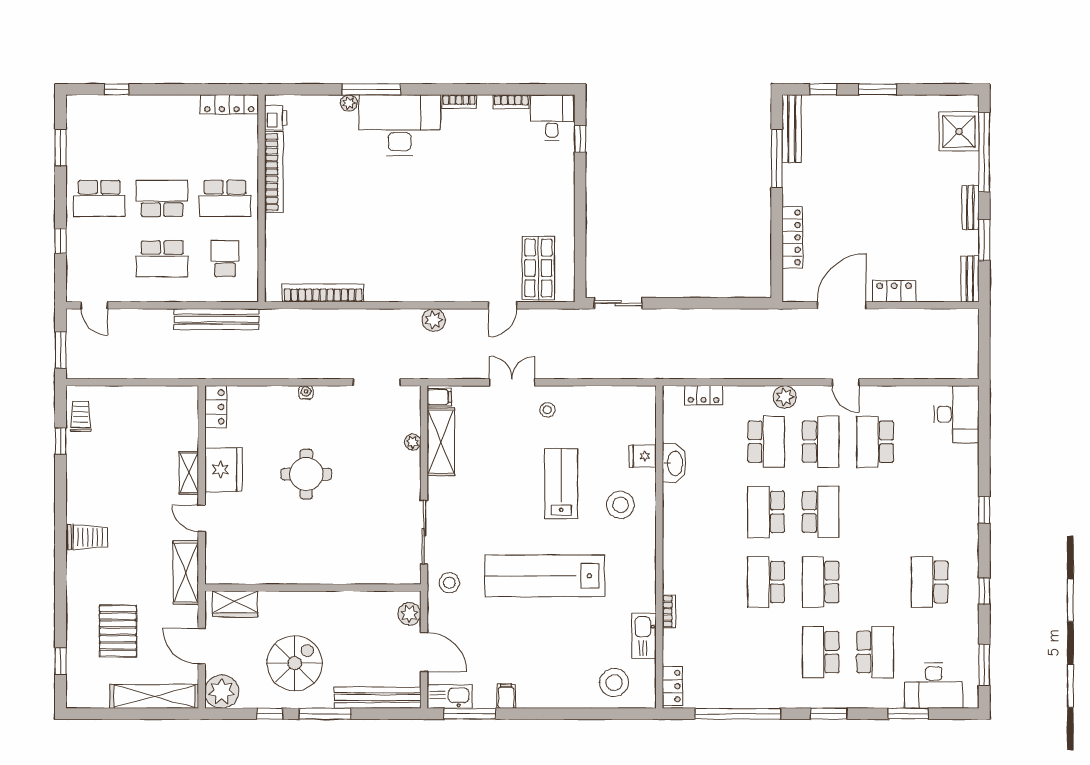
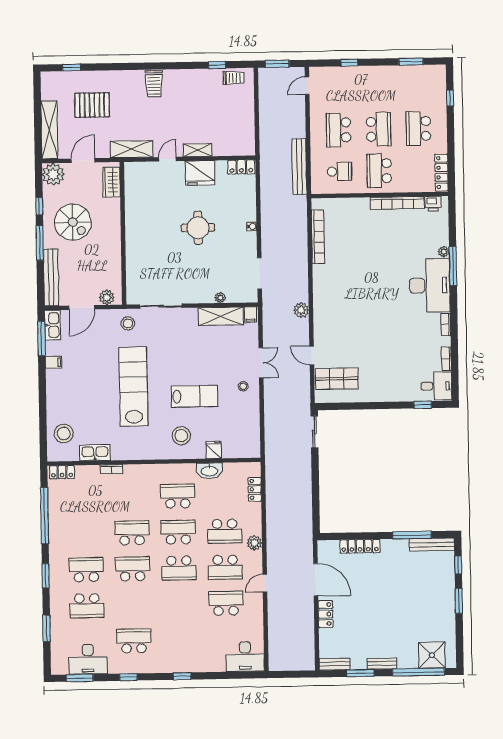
school desk: (99, 198) -> (418, 129), moved
school desk: (712, 512) -> (178, 496), added
desk: (934, 686) -> (88, 659), moved, turned -90

